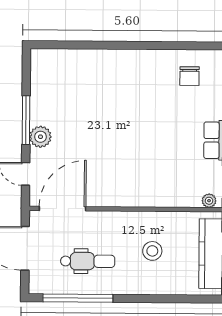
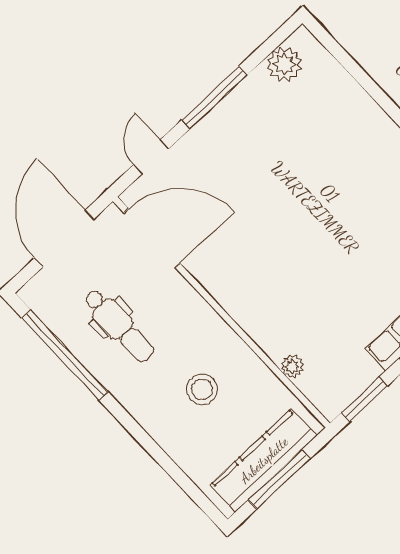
plant: (40, 137) -> (284, 64), moved
plant: (209, 201) -> (292, 367), moved

